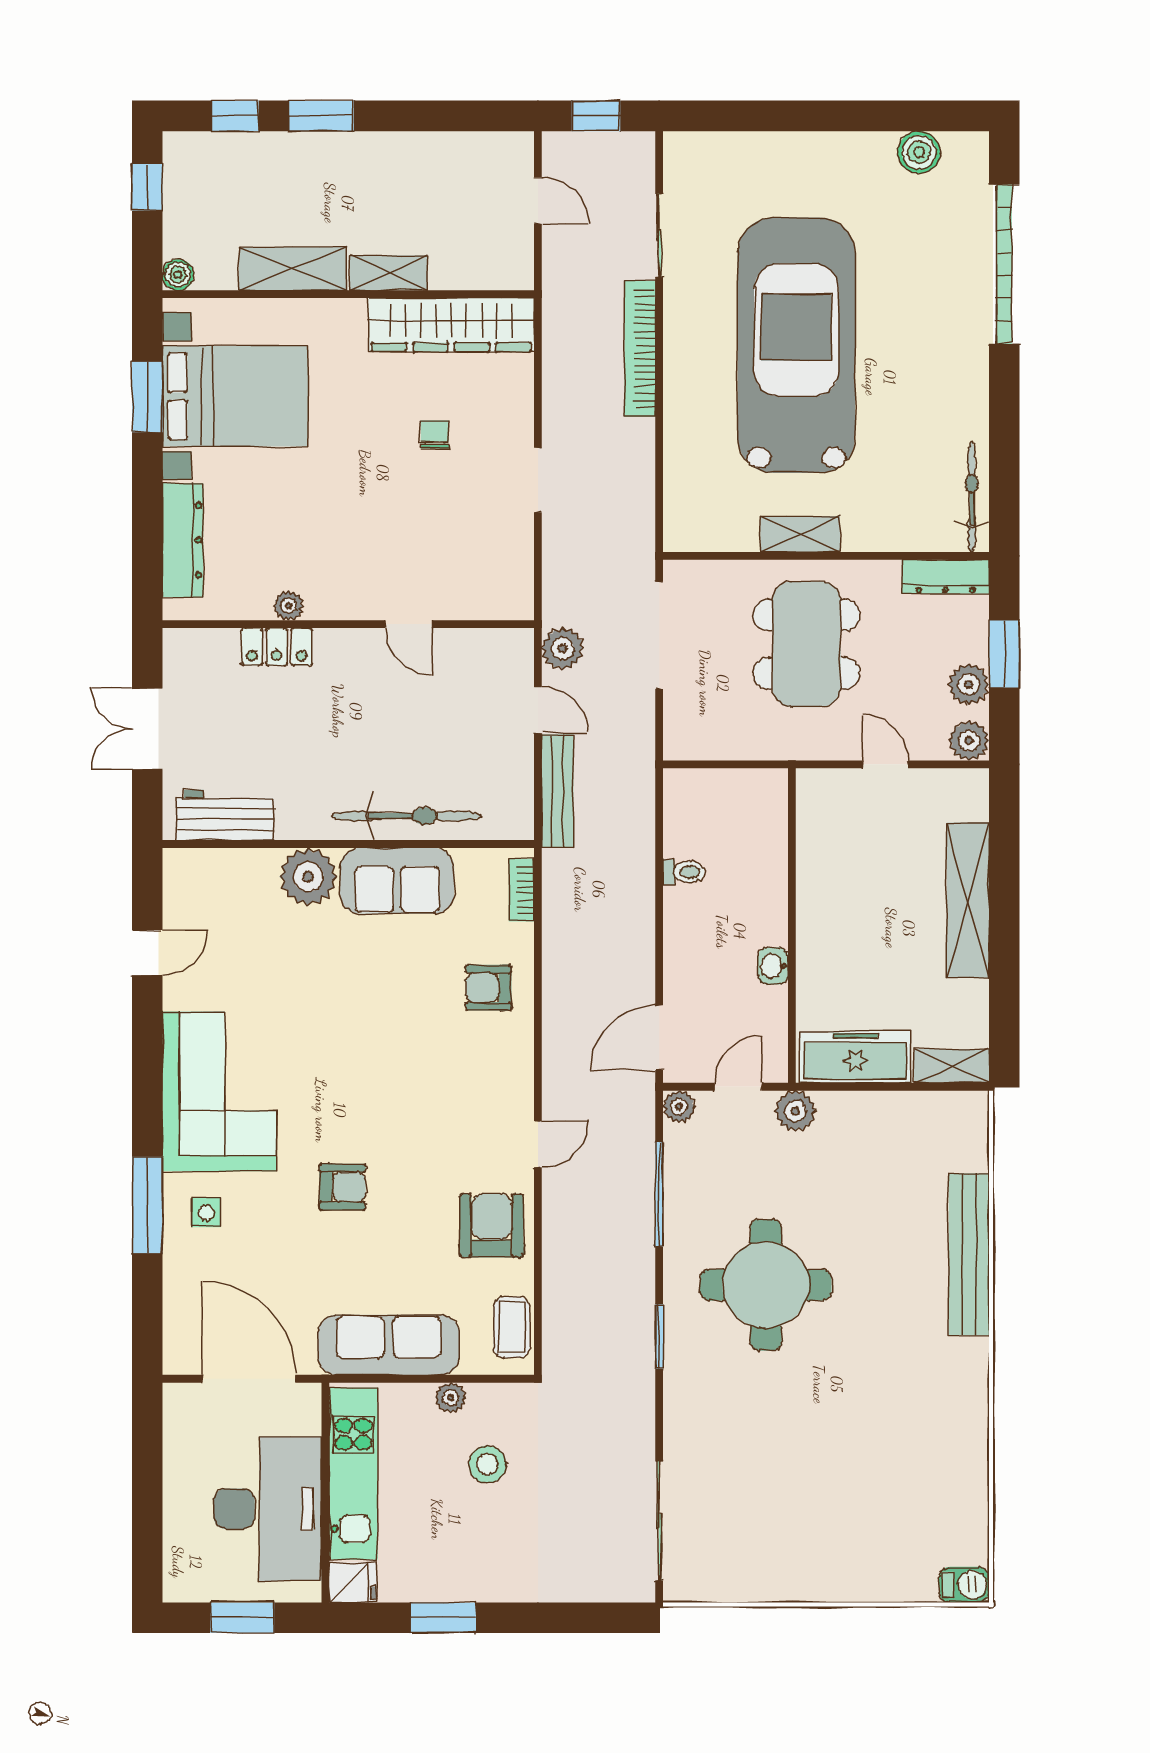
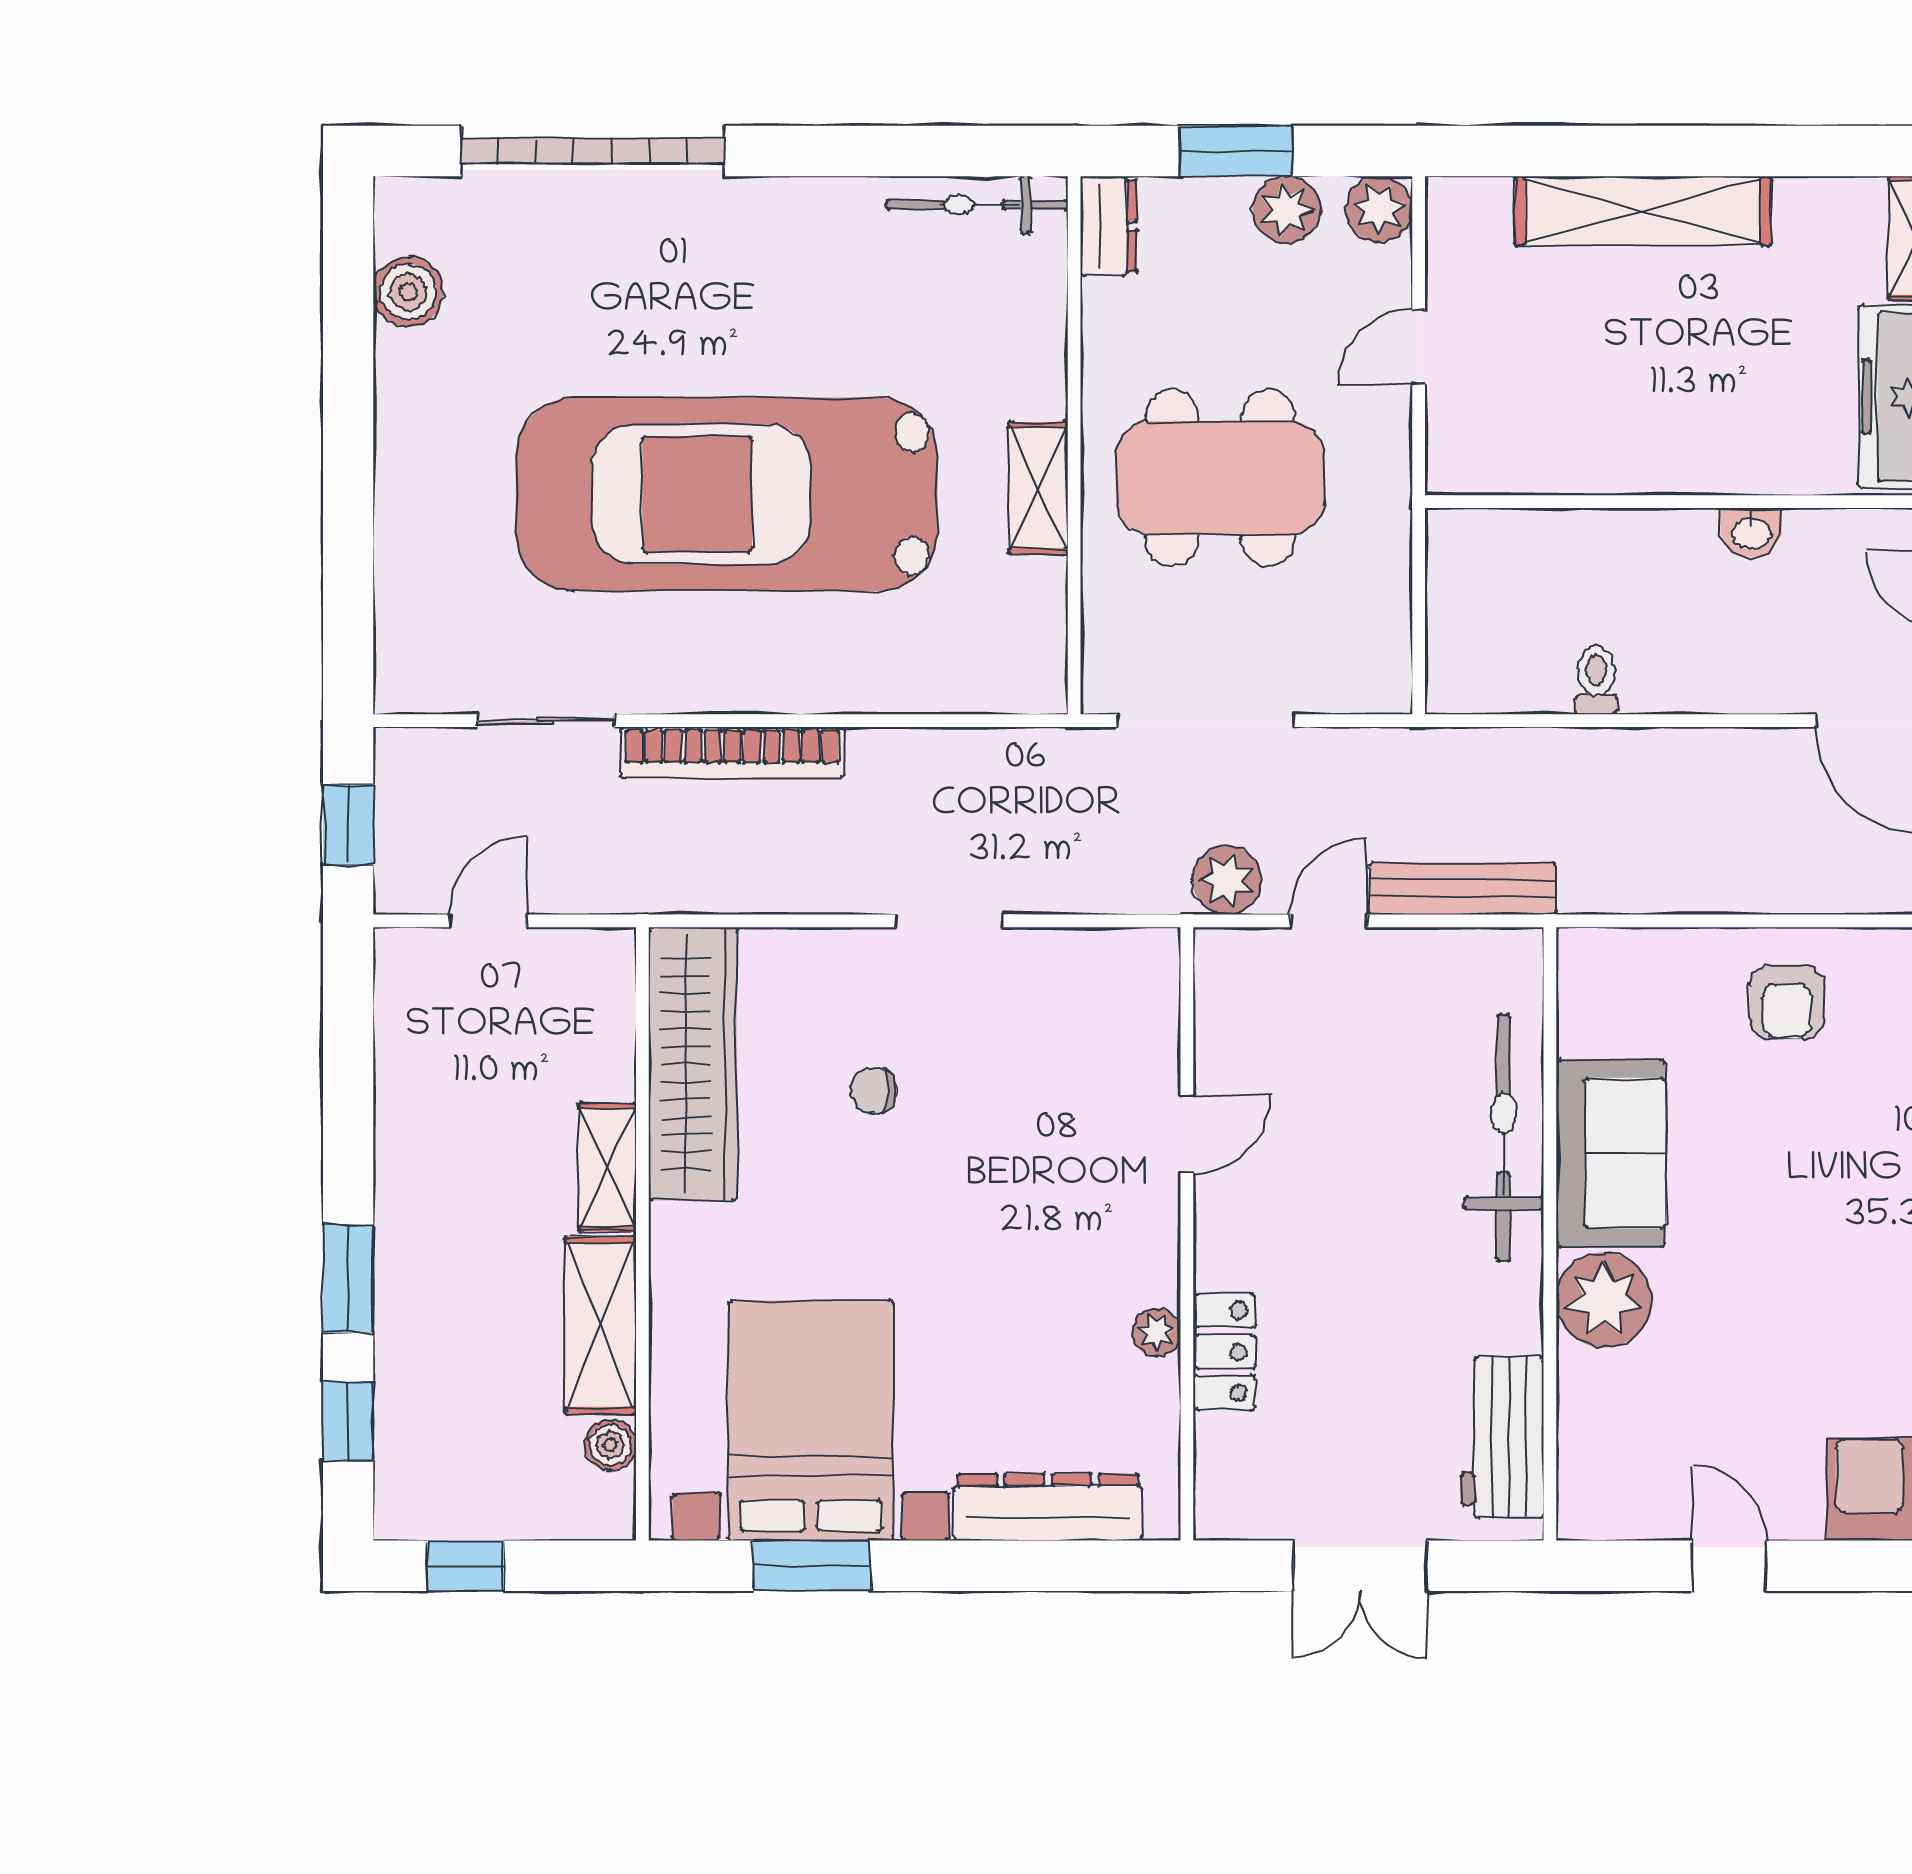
boiler: (178, 275) -> (610, 1445), moved
dresser: (946, 577) -> (1109, 226), width x0.70
bookcase: (521, 890) -> (1626, 948), removed

